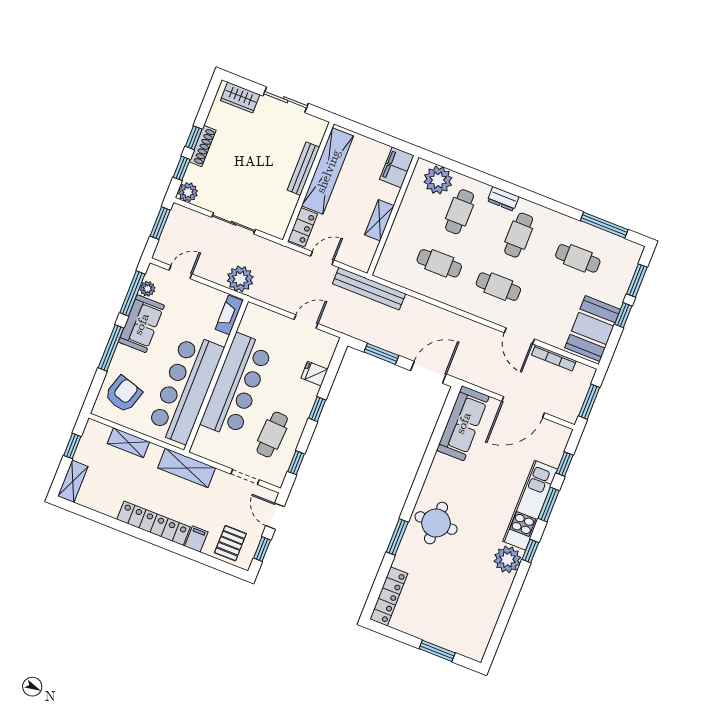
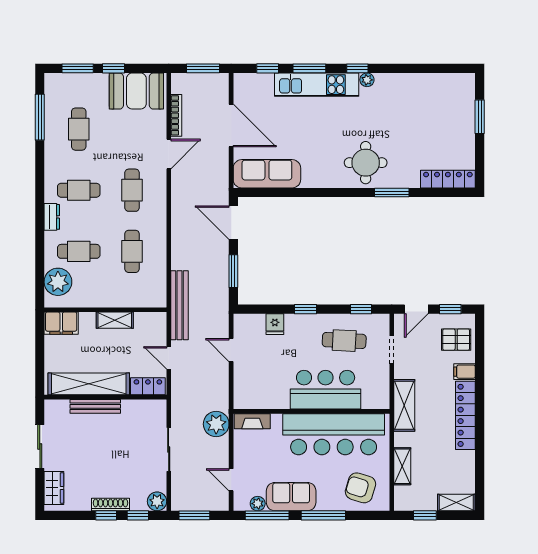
bar counter: (237, 385) -> (326, 390), width x0.73
plant: (507, 559) -> (367, 80), width x0.53, depth x0.53

